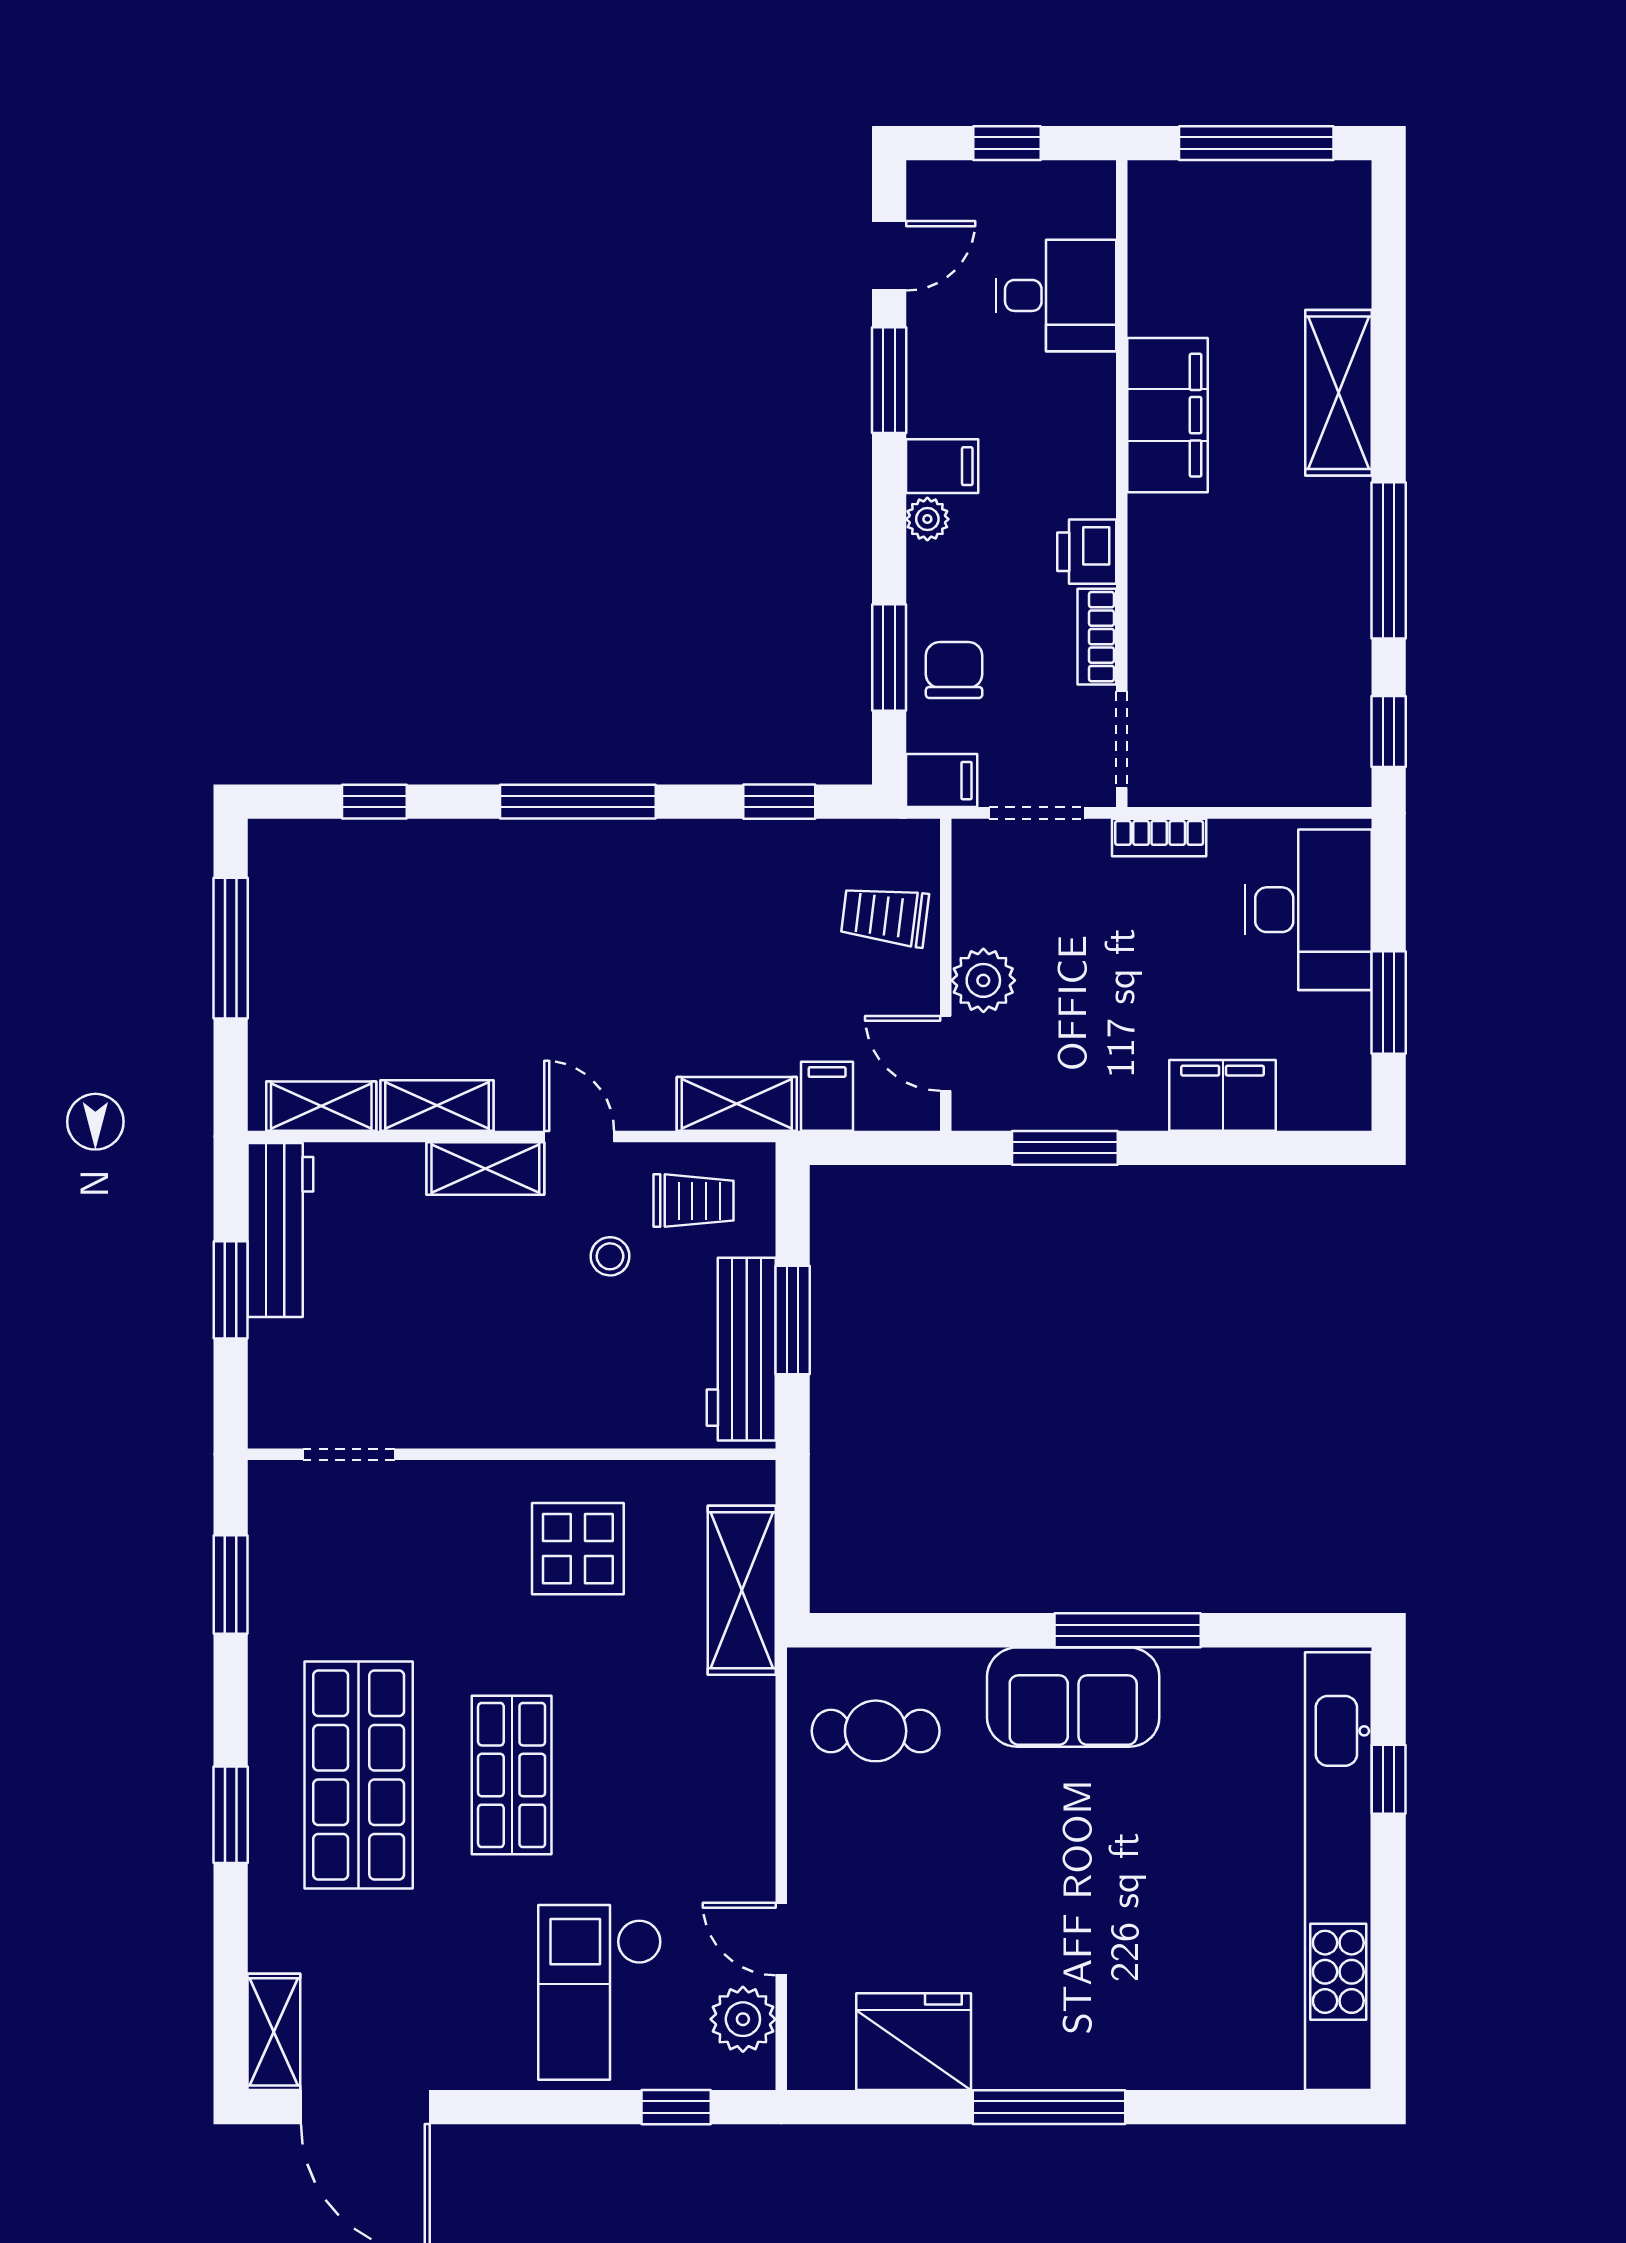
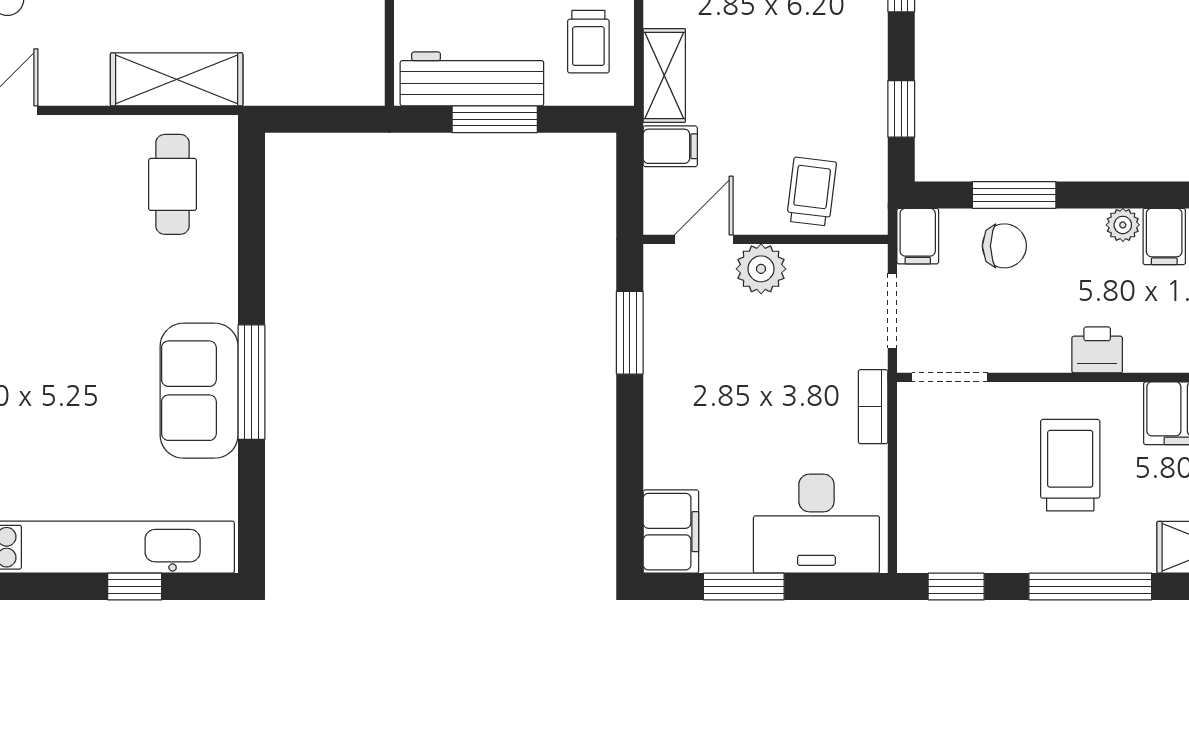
trolley: (1234, 586) -> (1070, 465), added
bookcase: (1097, 637) -> (1031, 358), removed
filing cabinet: (1223, 1095) -> (671, 532), moved
shelving: (742, 1590) -> (177, 79), moved
sofa: (1073, 1697) -> (199, 391), moved

